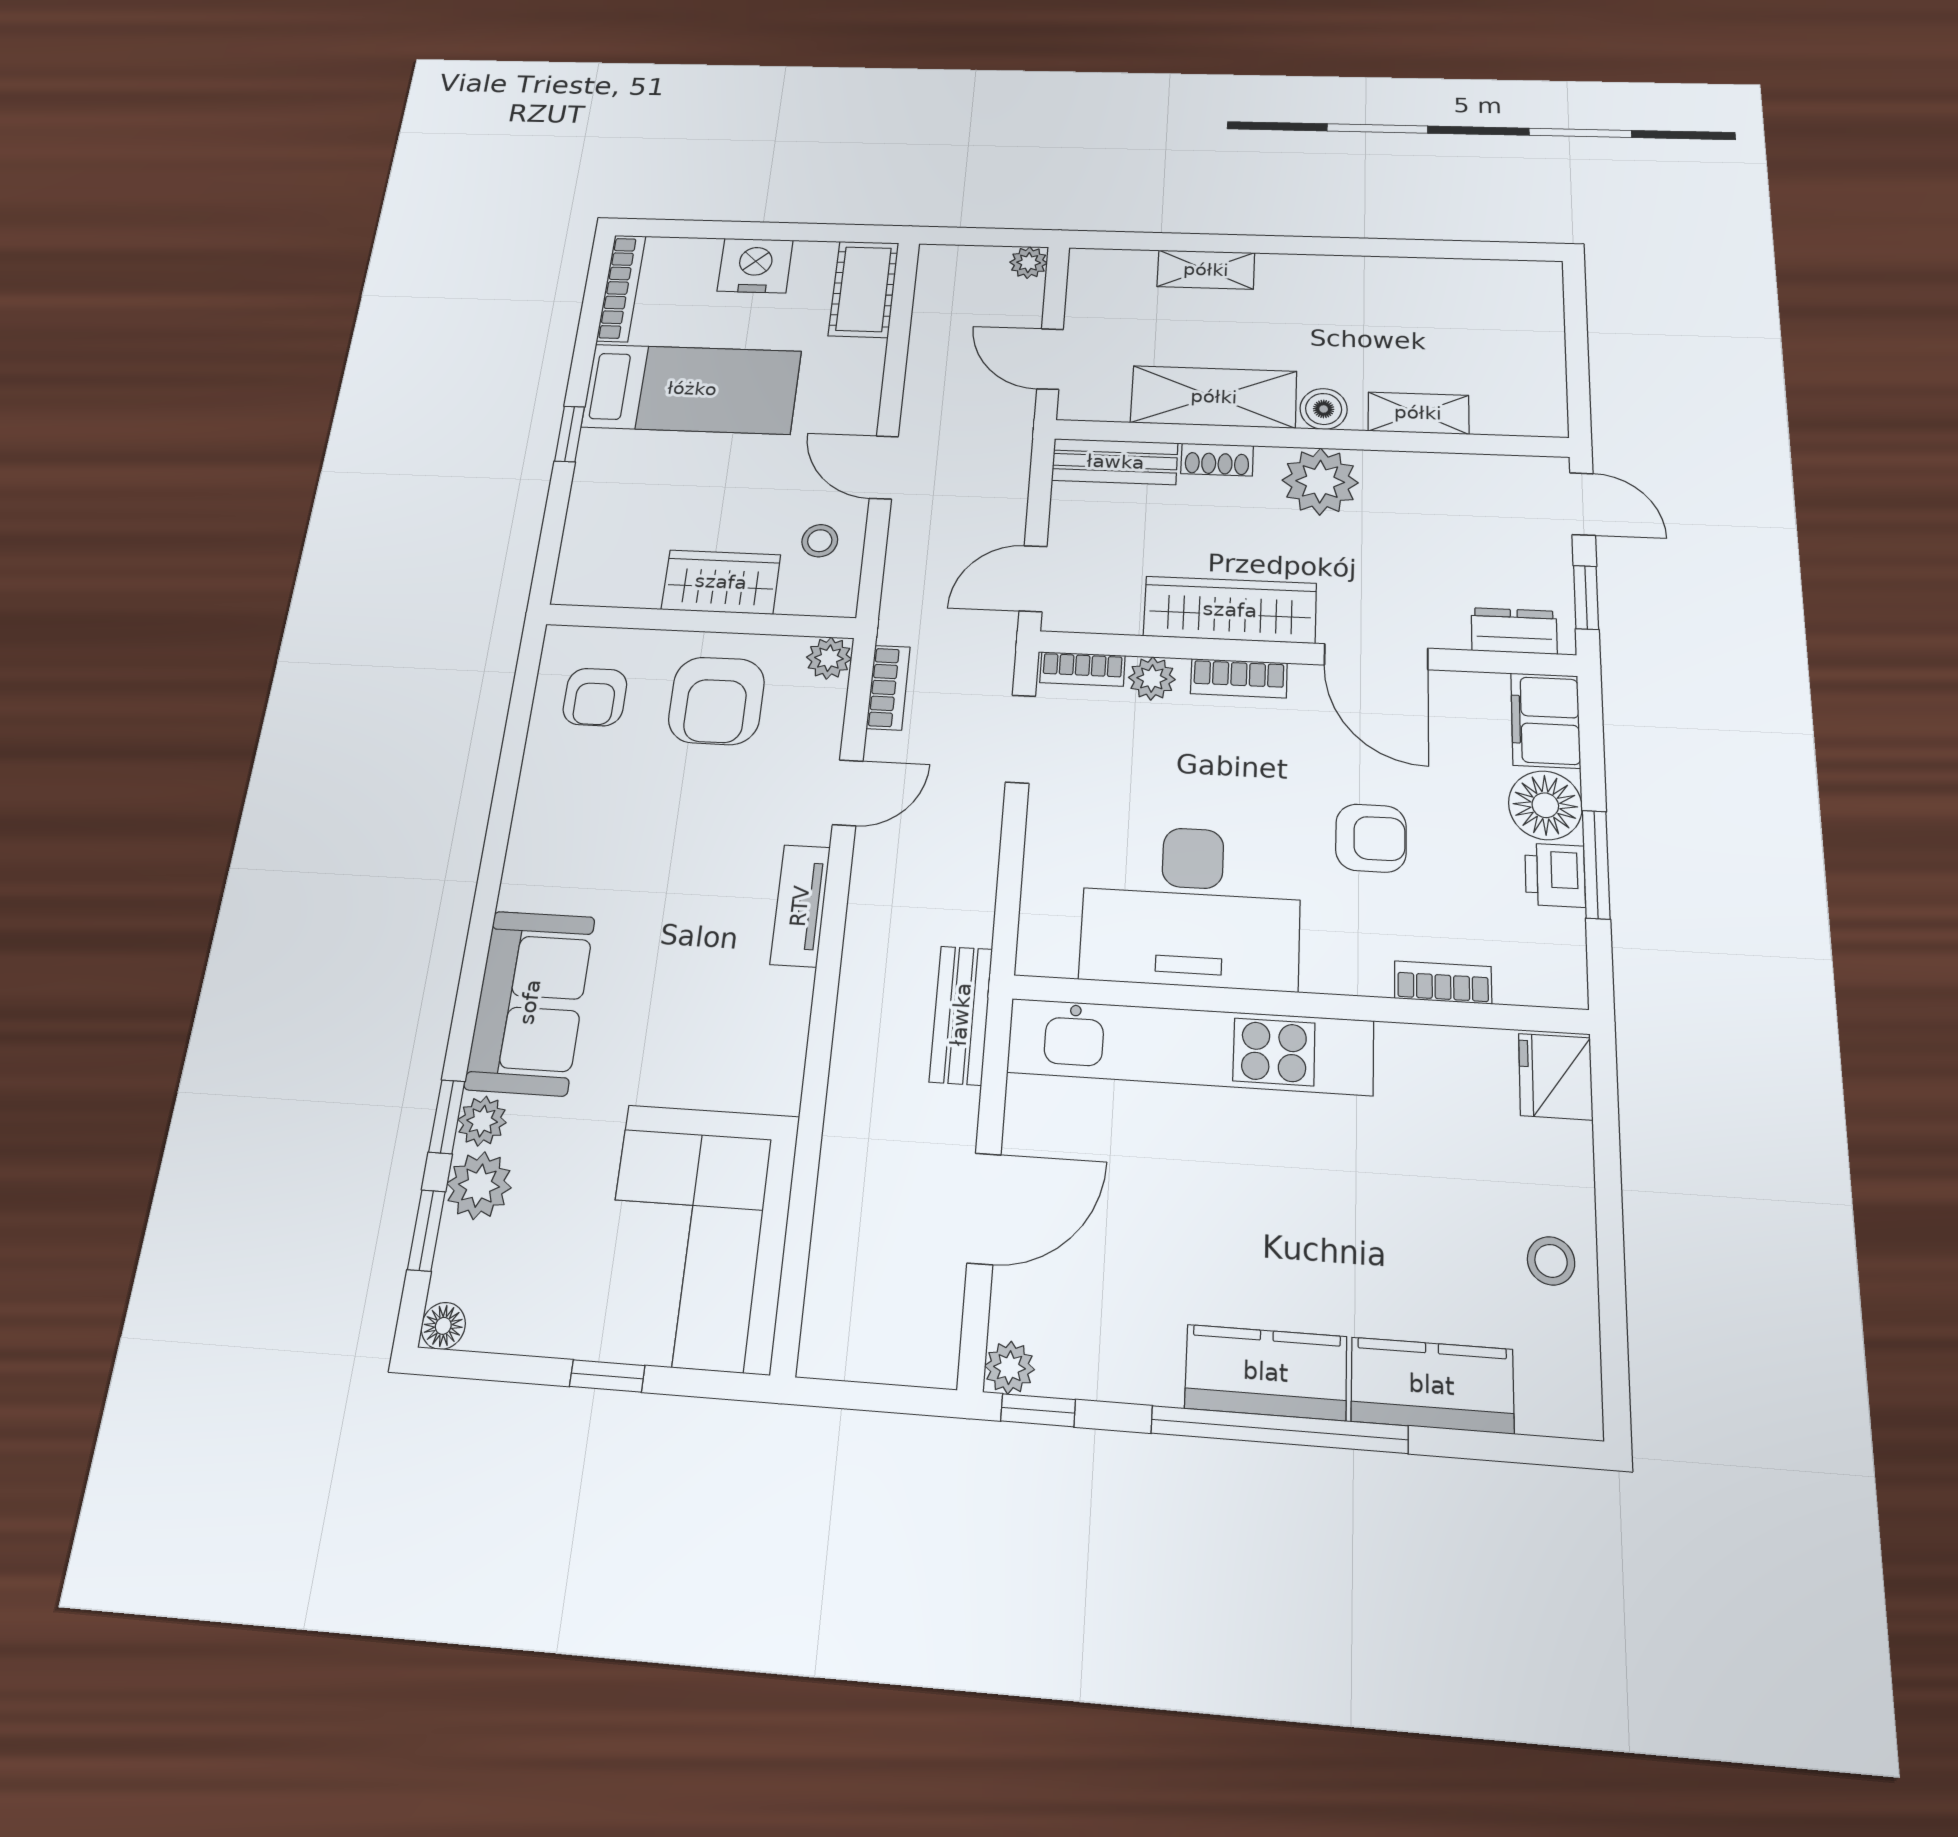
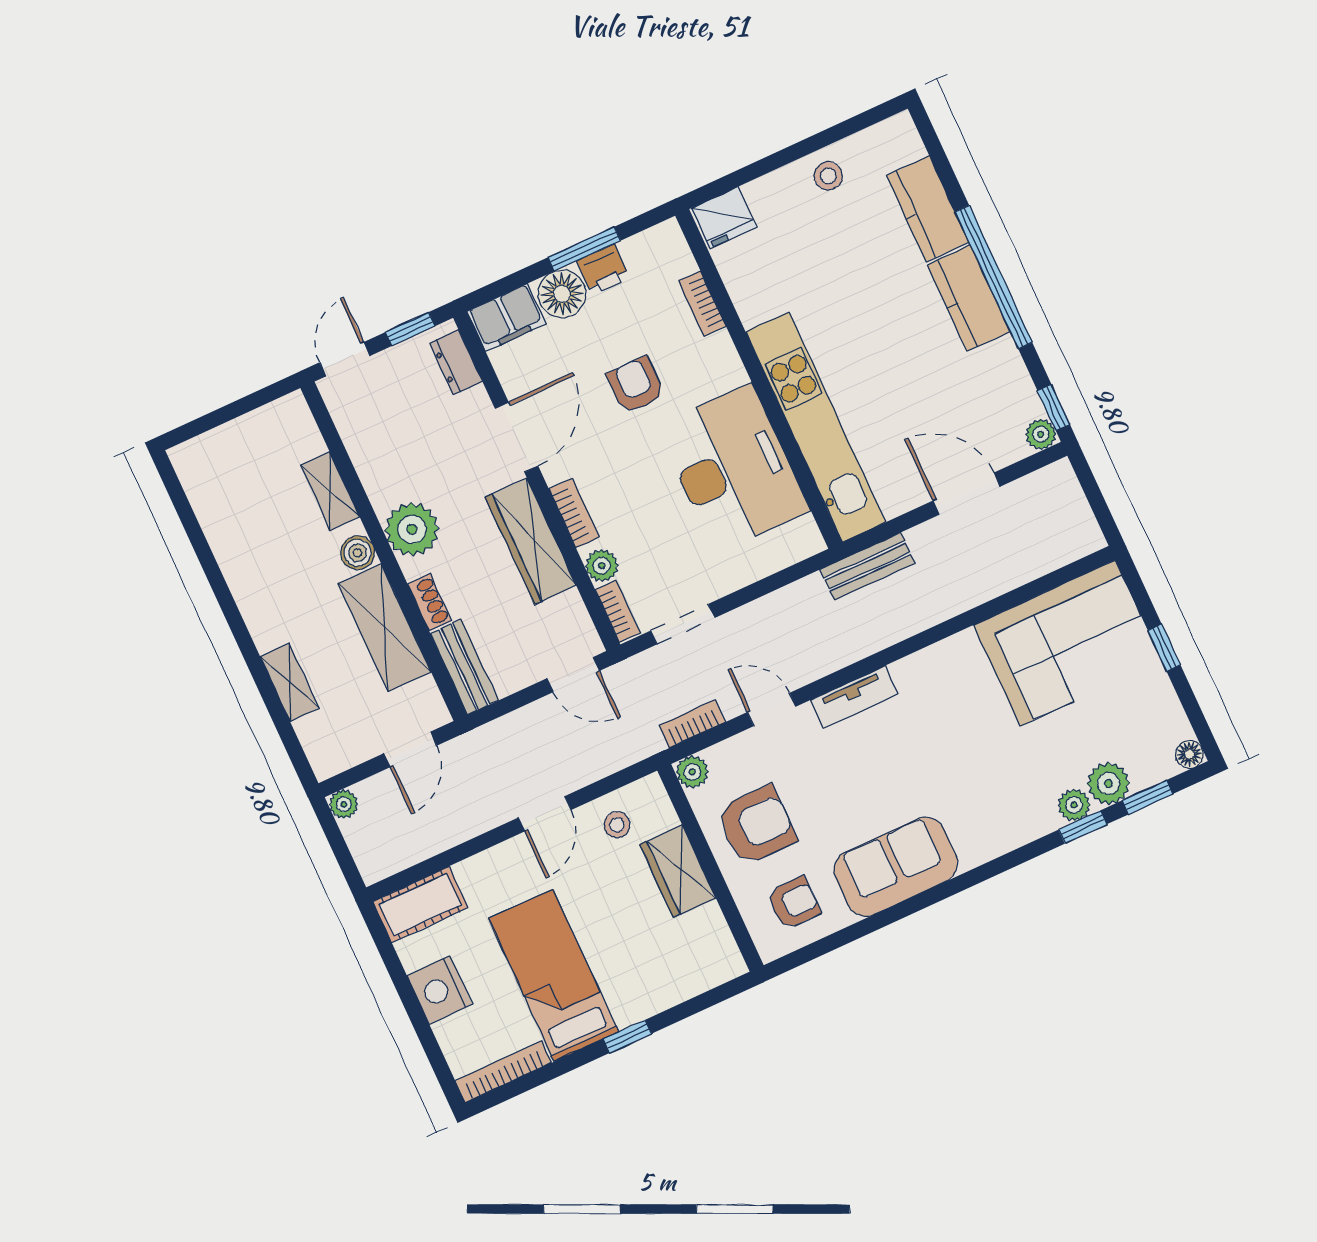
sofa: (530, 1002) -> (896, 867), moved

